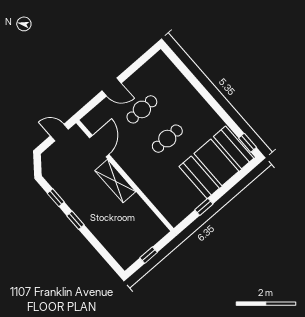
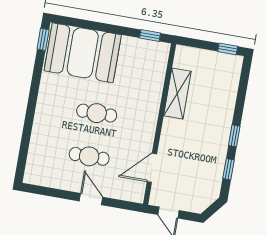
shelving: (115, 181) -> (177, 94), moved
window: (204, 207) -> (150, 35), moved
window: (149, 255) -> (228, 49), moved

